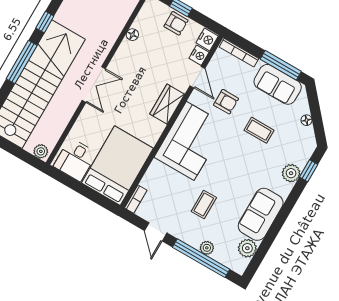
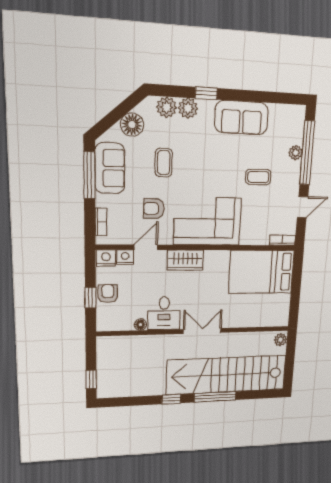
bookcase: (239, 53) -> (101, 222), width x0.64
armchair: (226, 102) -> (154, 209), turned -90
floor lamp: (306, 120) -> (132, 125), width x1.89, depth x1.89
desk: (75, 160) -> (164, 313), moved, turned 90
window: (309, 171) -> (206, 93), moved
plant: (247, 248) -> (167, 107), moved

